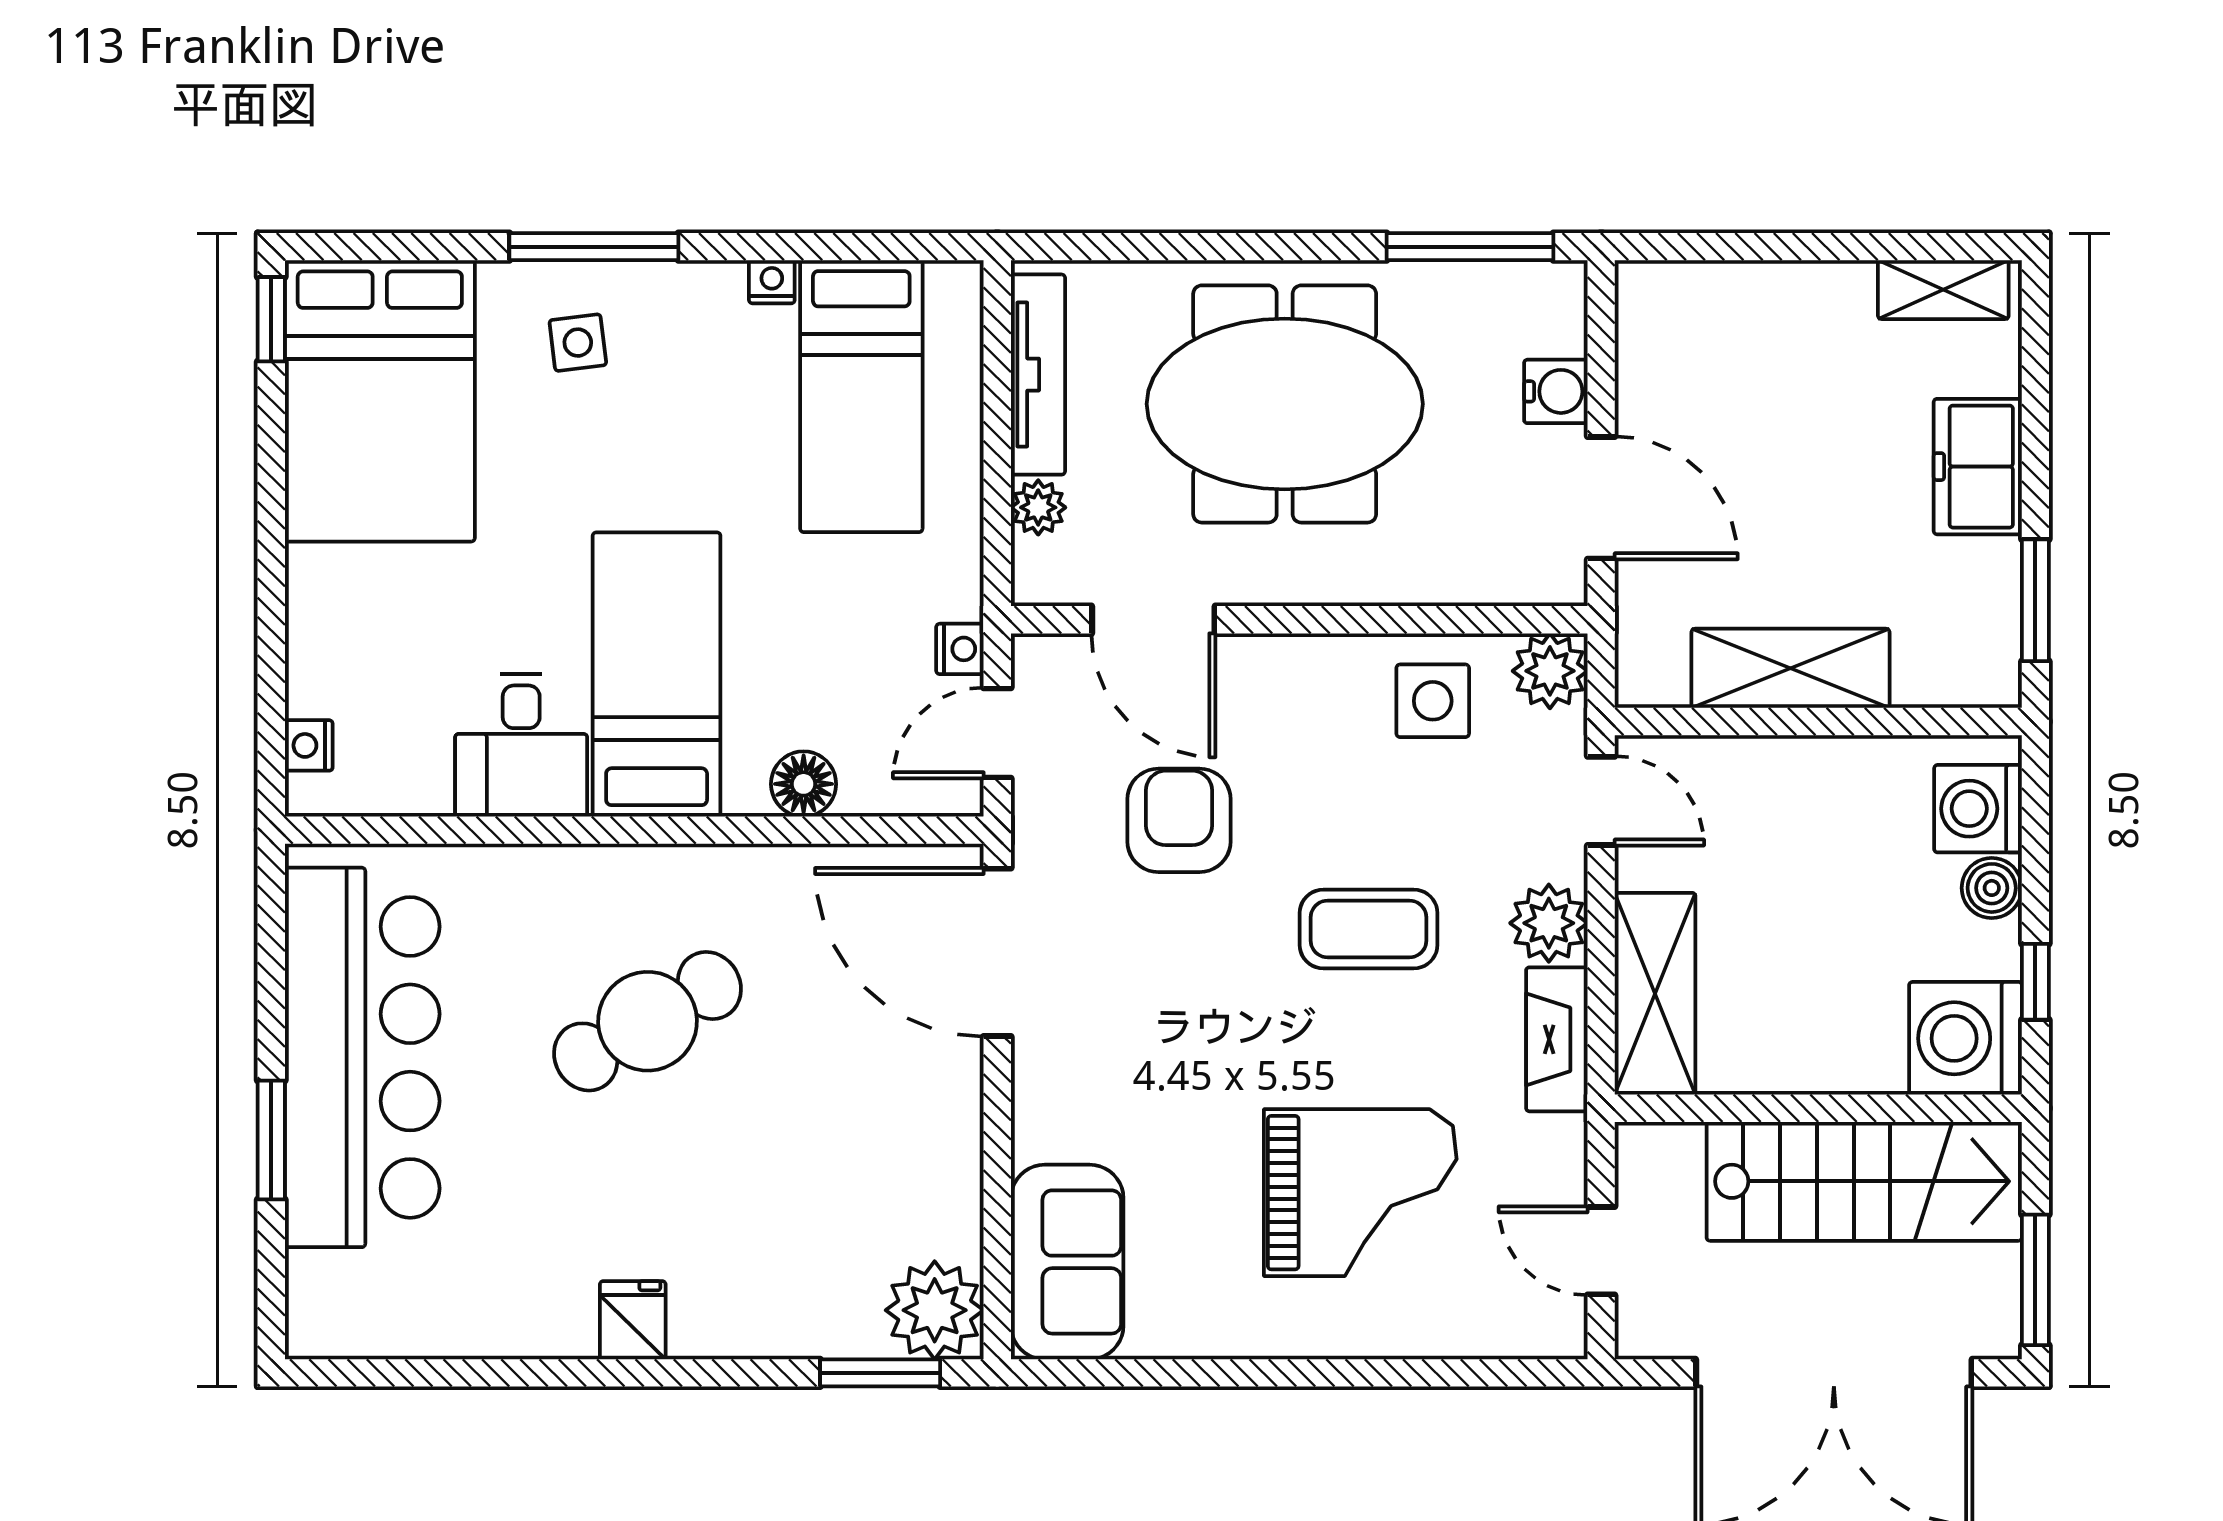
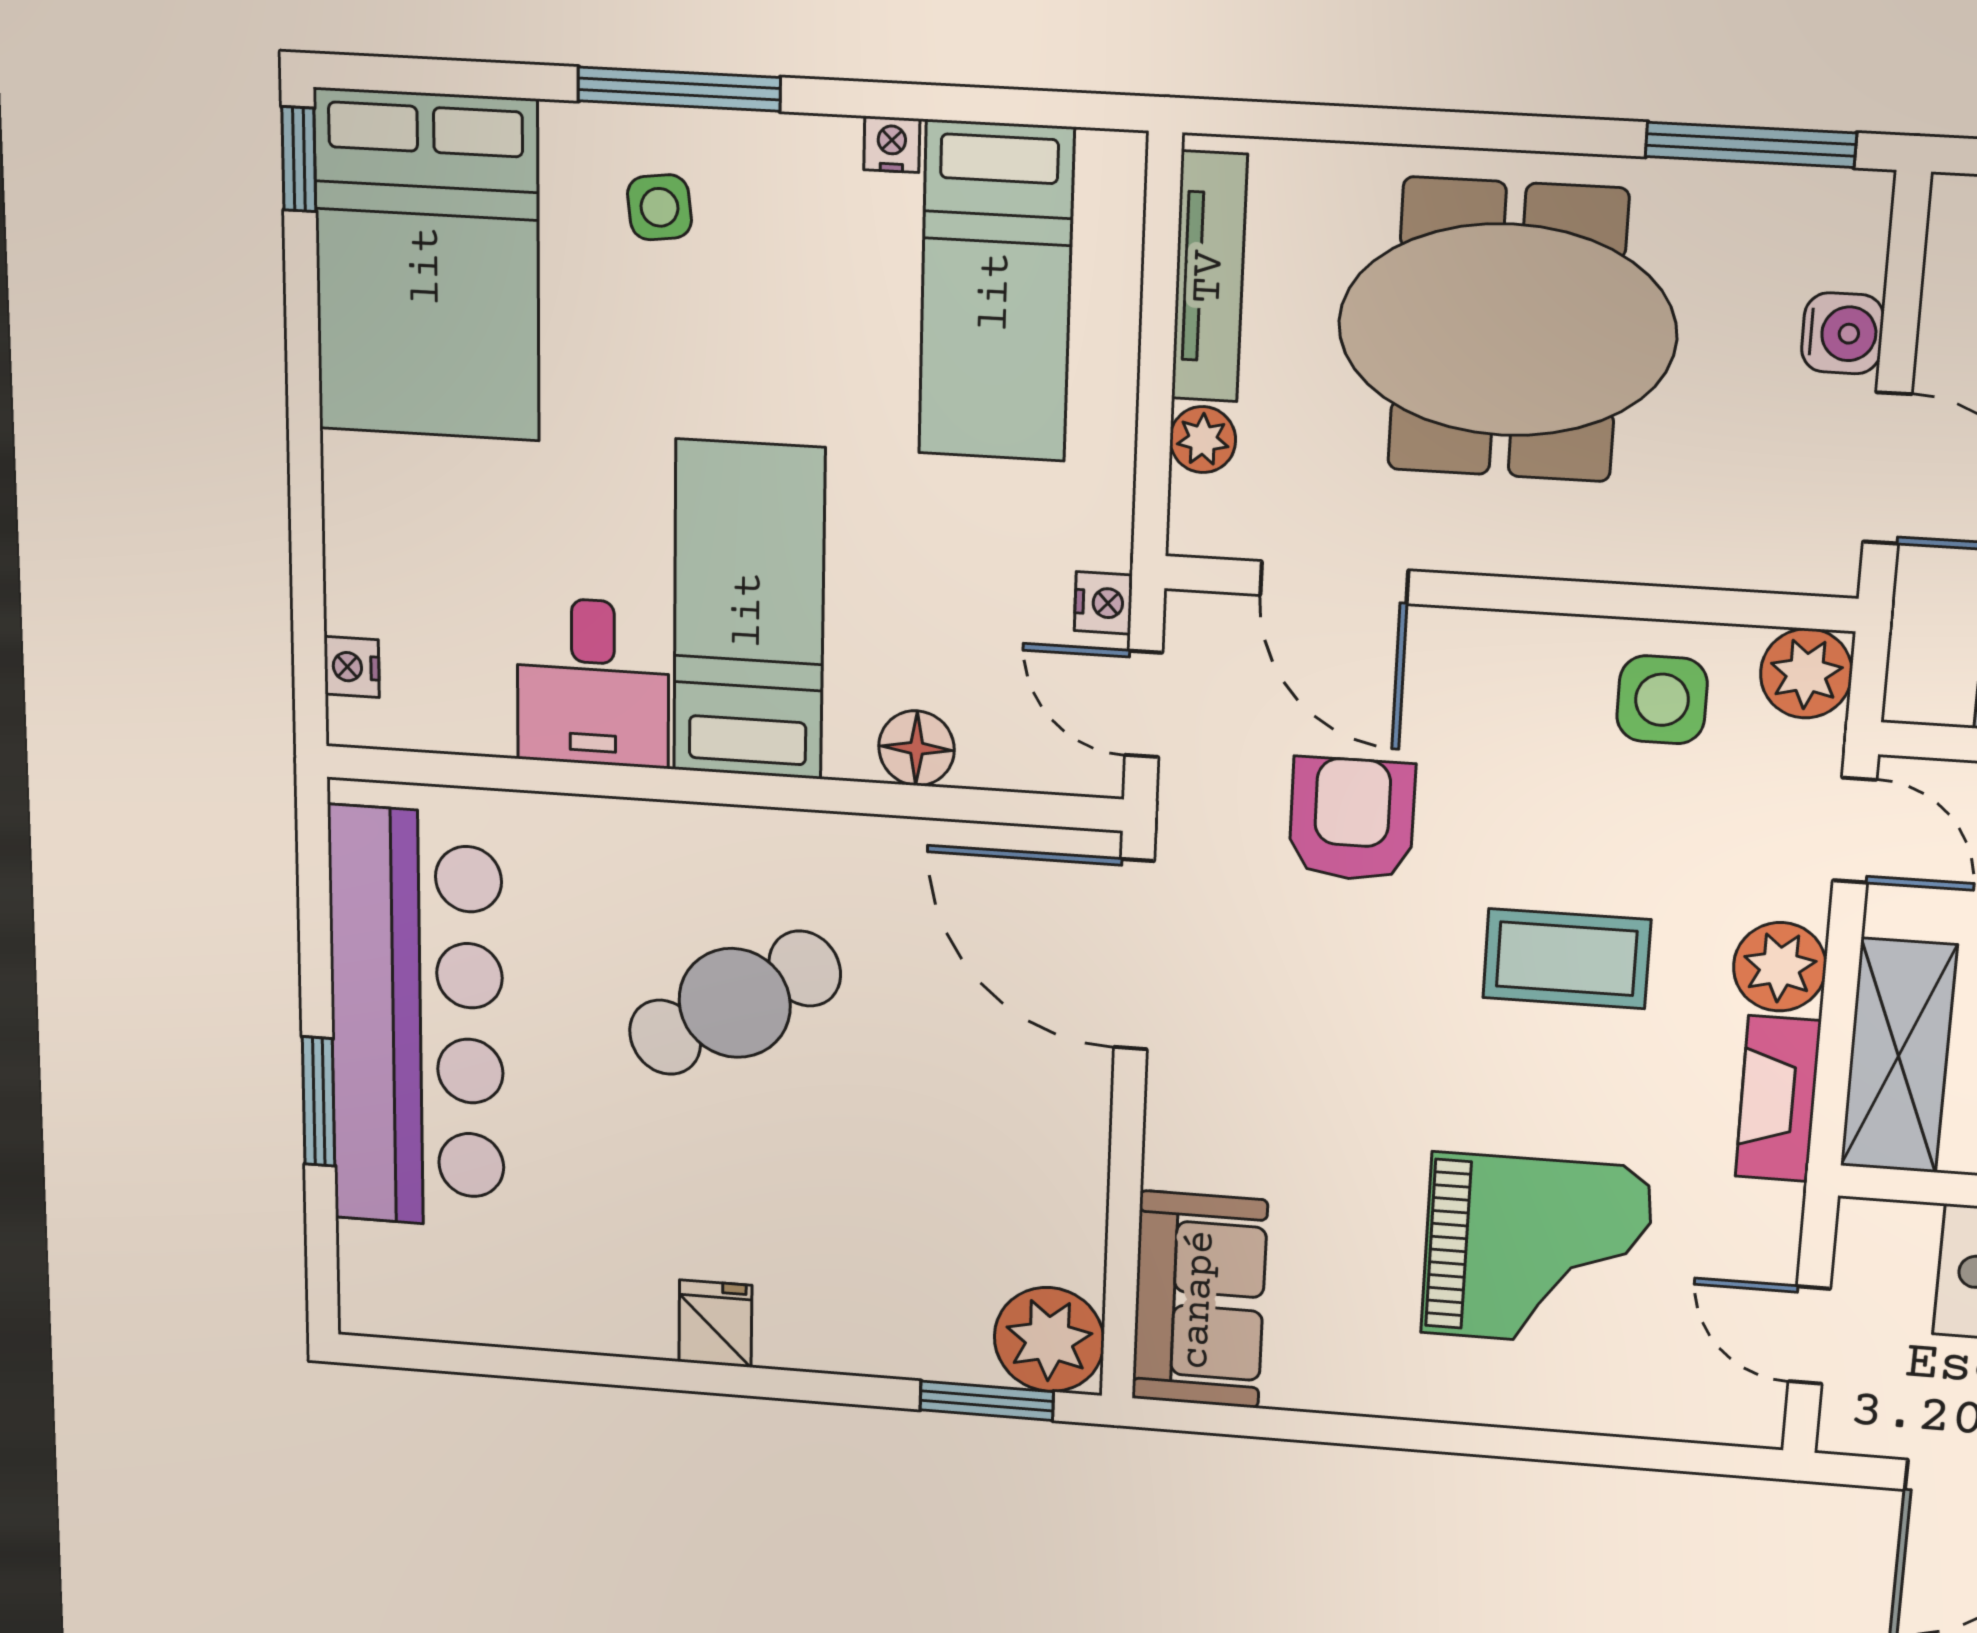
door: (997, 733) -> (1144, 704), hinge flipped

